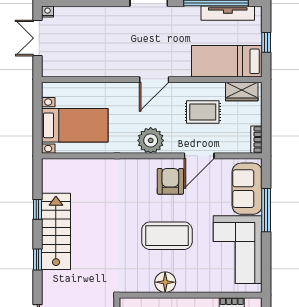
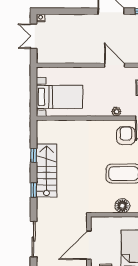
door: (154, 80) -> (115, 65), swing flipped
plant: (151, 140) -> (116, 112), width x0.53, depth x0.53

